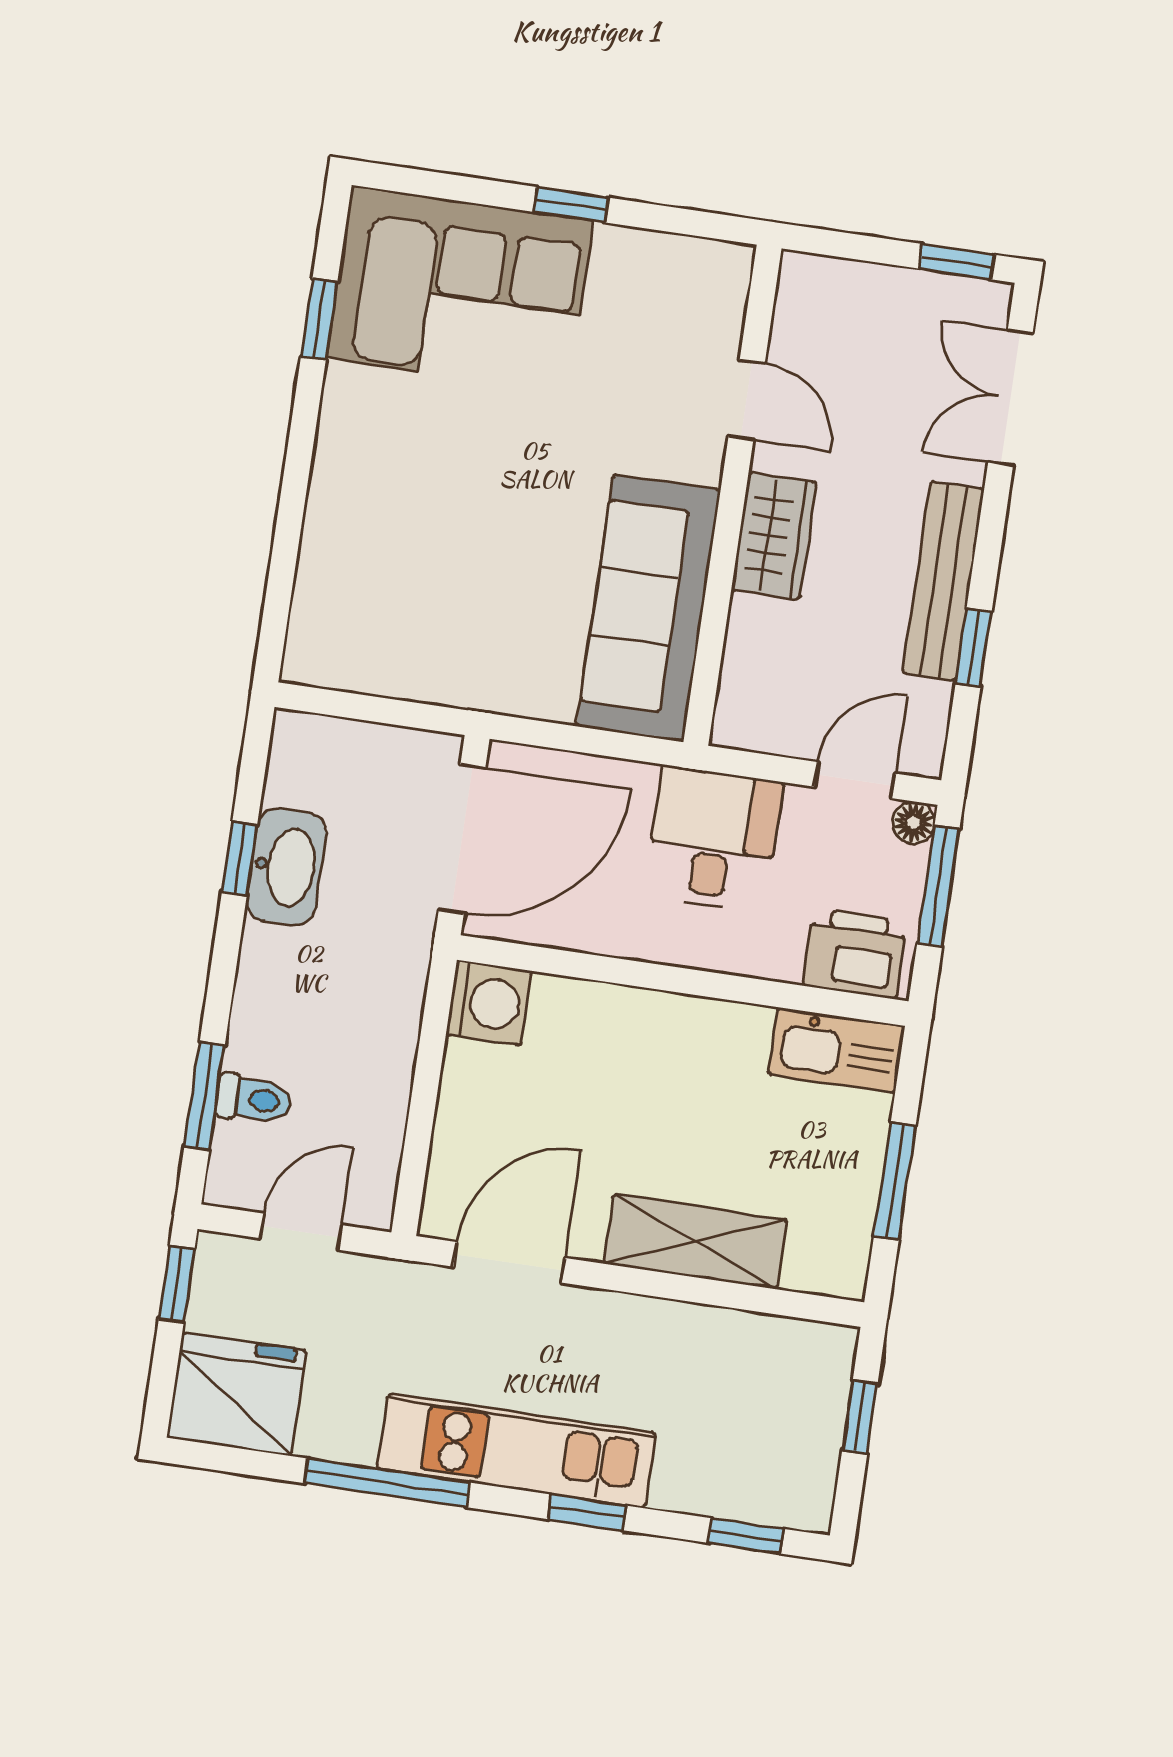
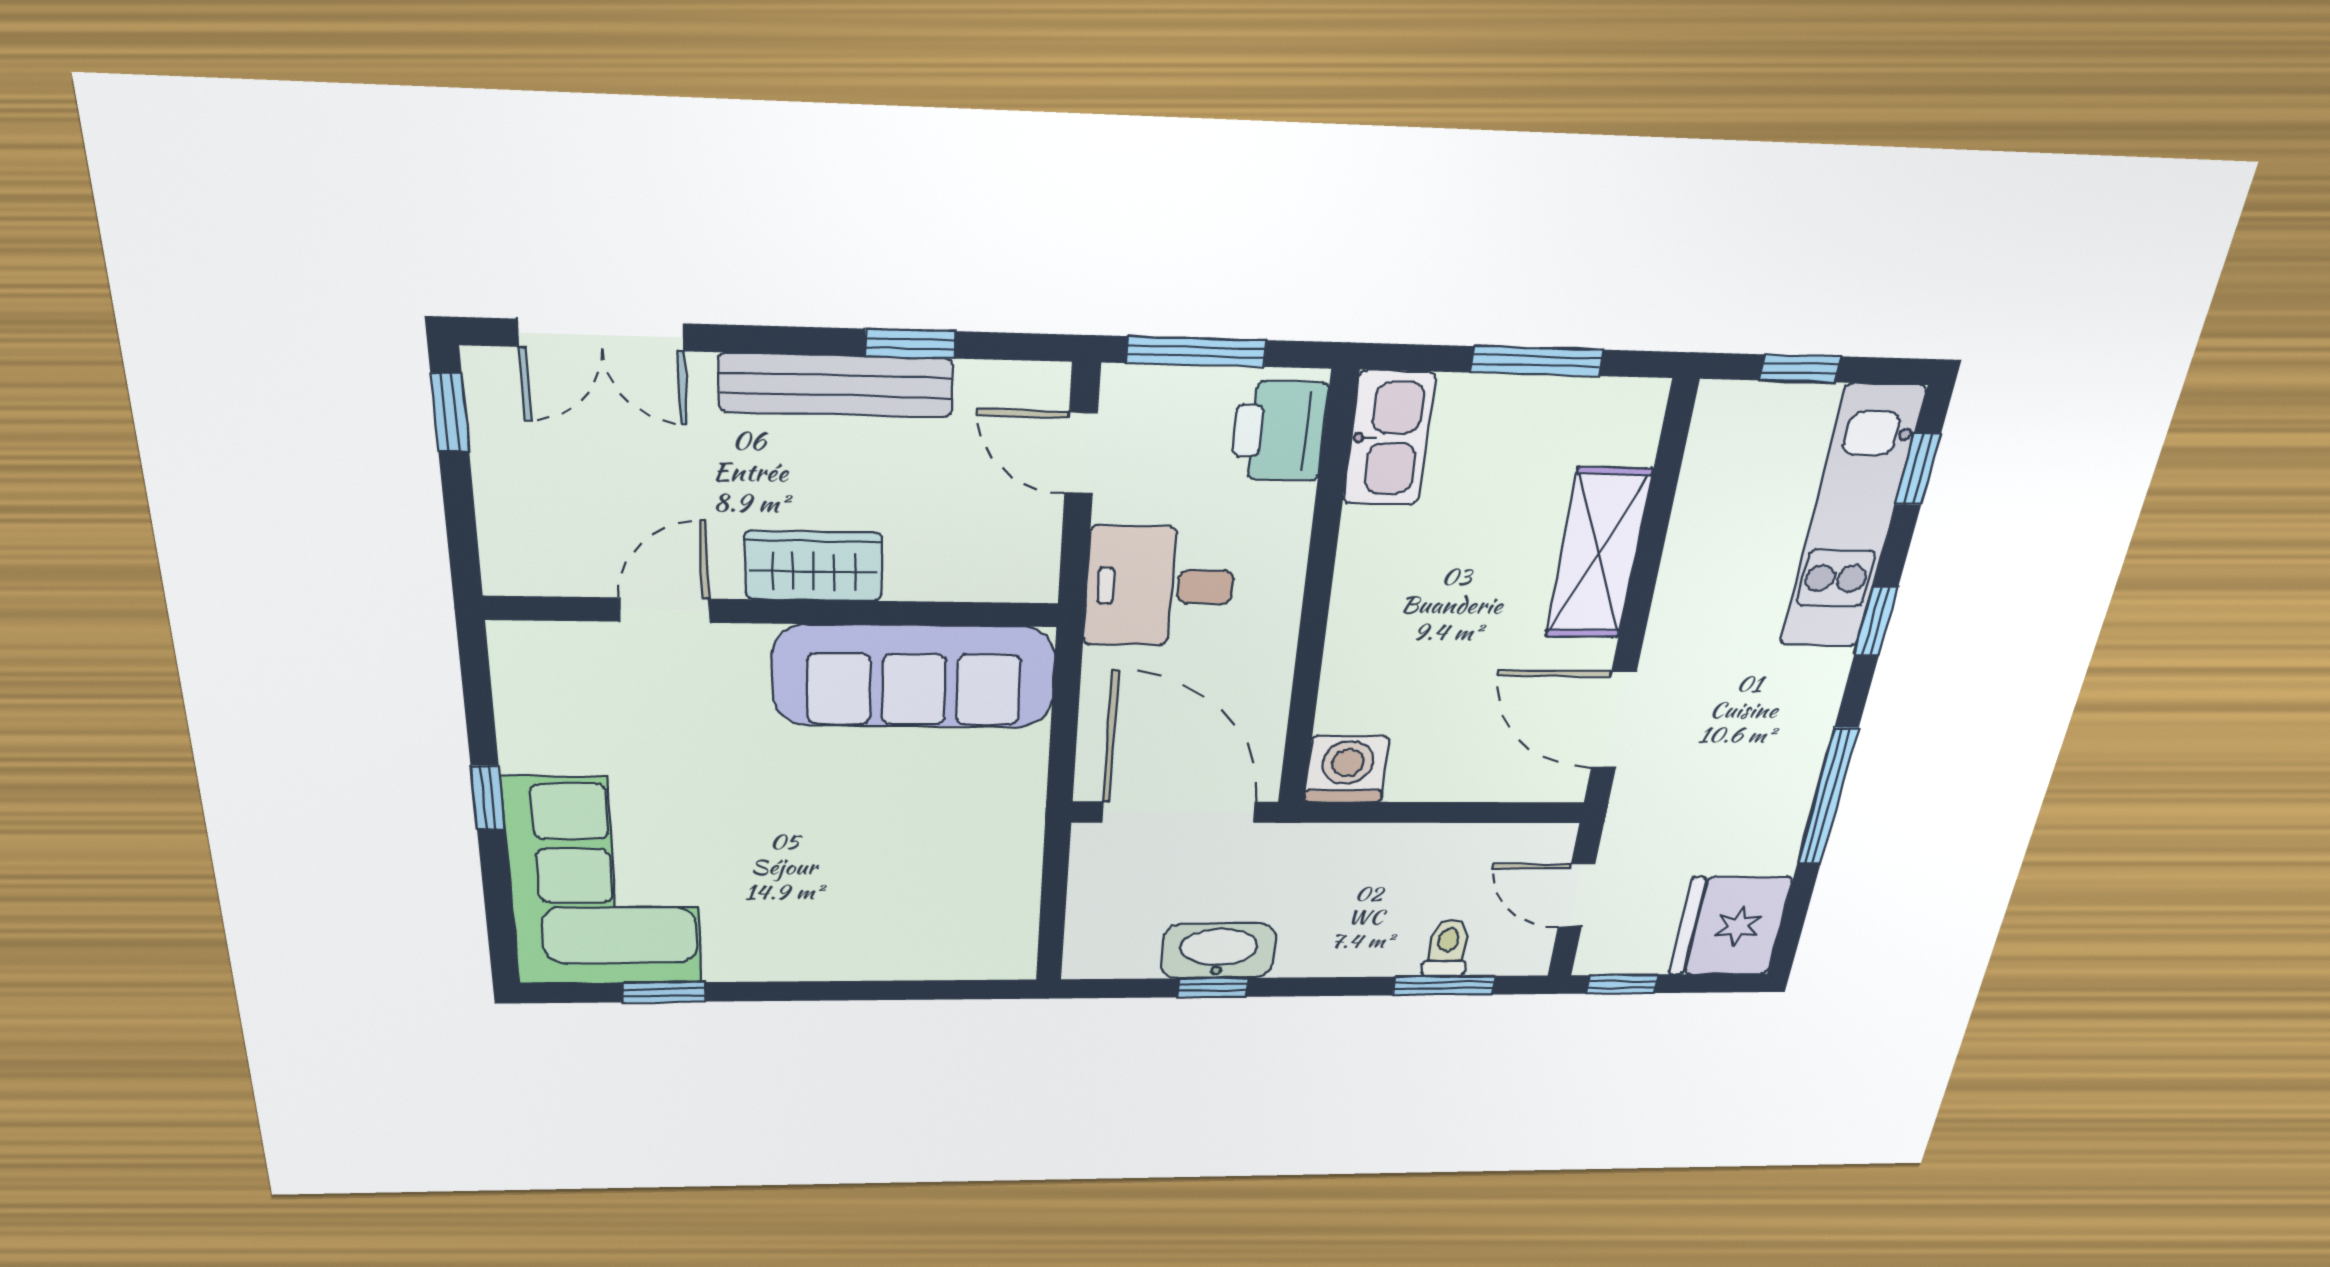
floor lamp: (914, 823) -> (1124, 386), removed
kitchen unit: (517, 1451) -> (1851, 519), moved

